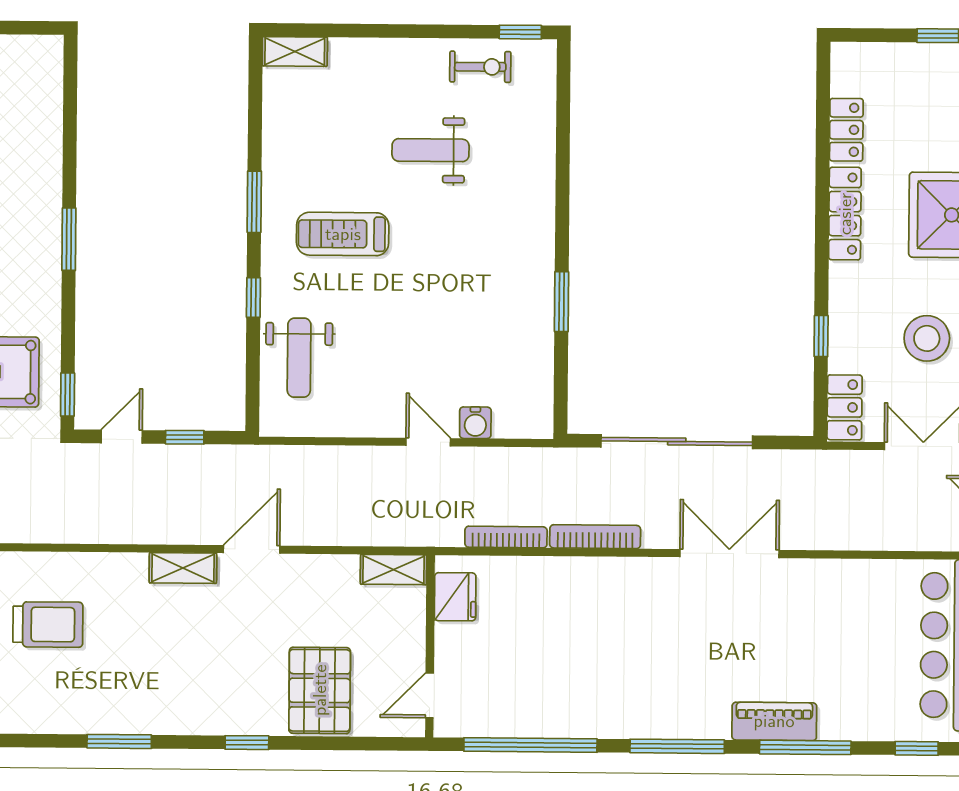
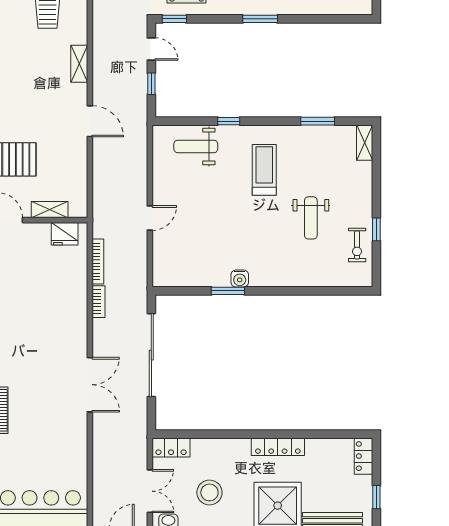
window: (520, 32) -> (376, 229), moved
locker: (846, 130) -> (363, 456), moved, turned 90
weight bench: (430, 150) -> (311, 218), turned 180
window: (254, 202) -> (318, 121), moved
window: (821, 336) -> (210, 434), removed
water cooler: (475, 423) -> (240, 278), moved, turned -90
bookcase: (595, 537) -> (99, 302), width x0.64
shelving: (183, 568) -> (79, 64), moved
shelving: (393, 570) -> (50, 210), moved, turned 90

